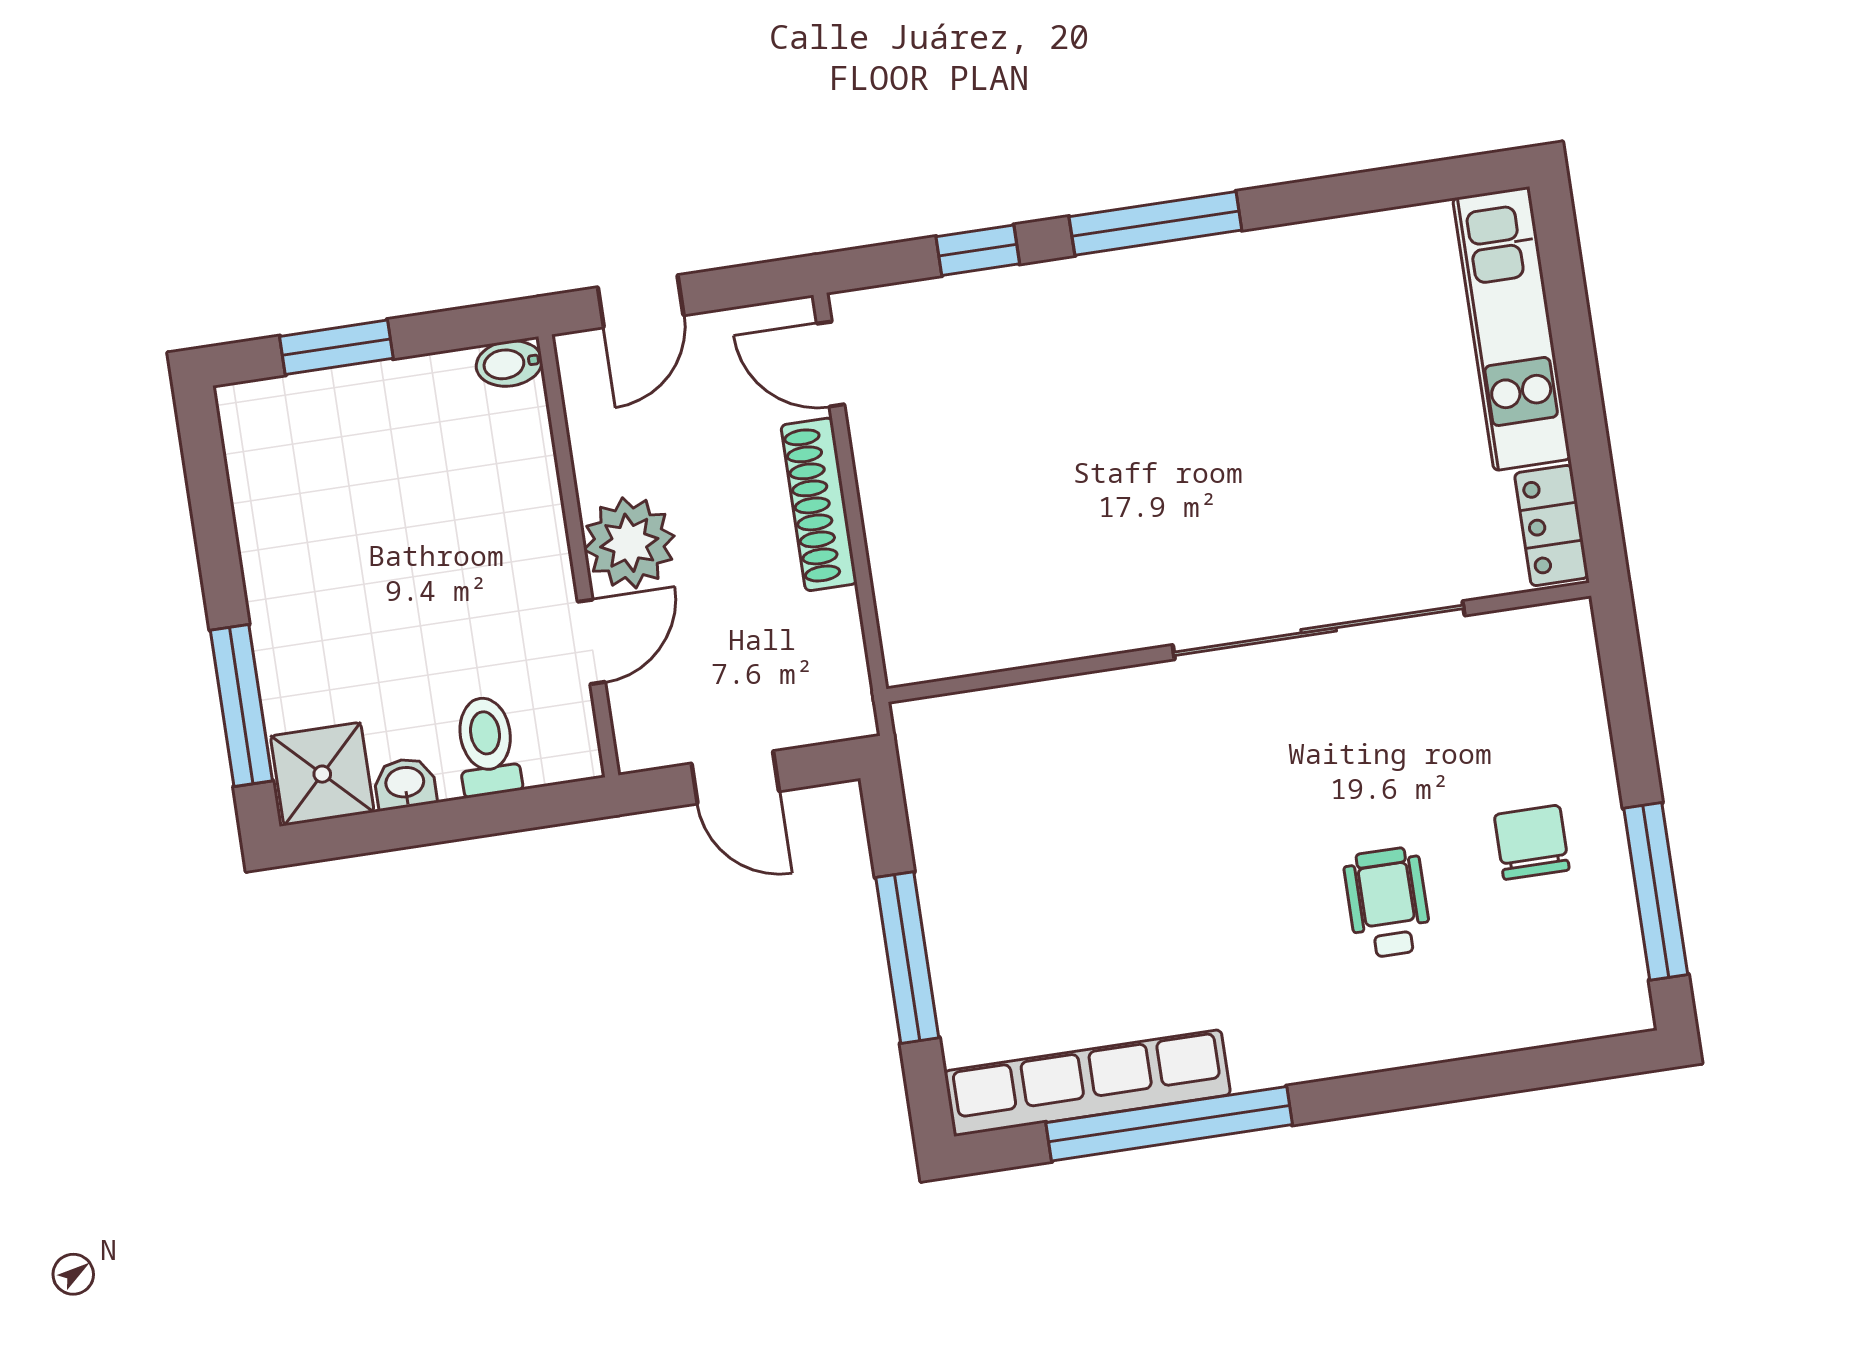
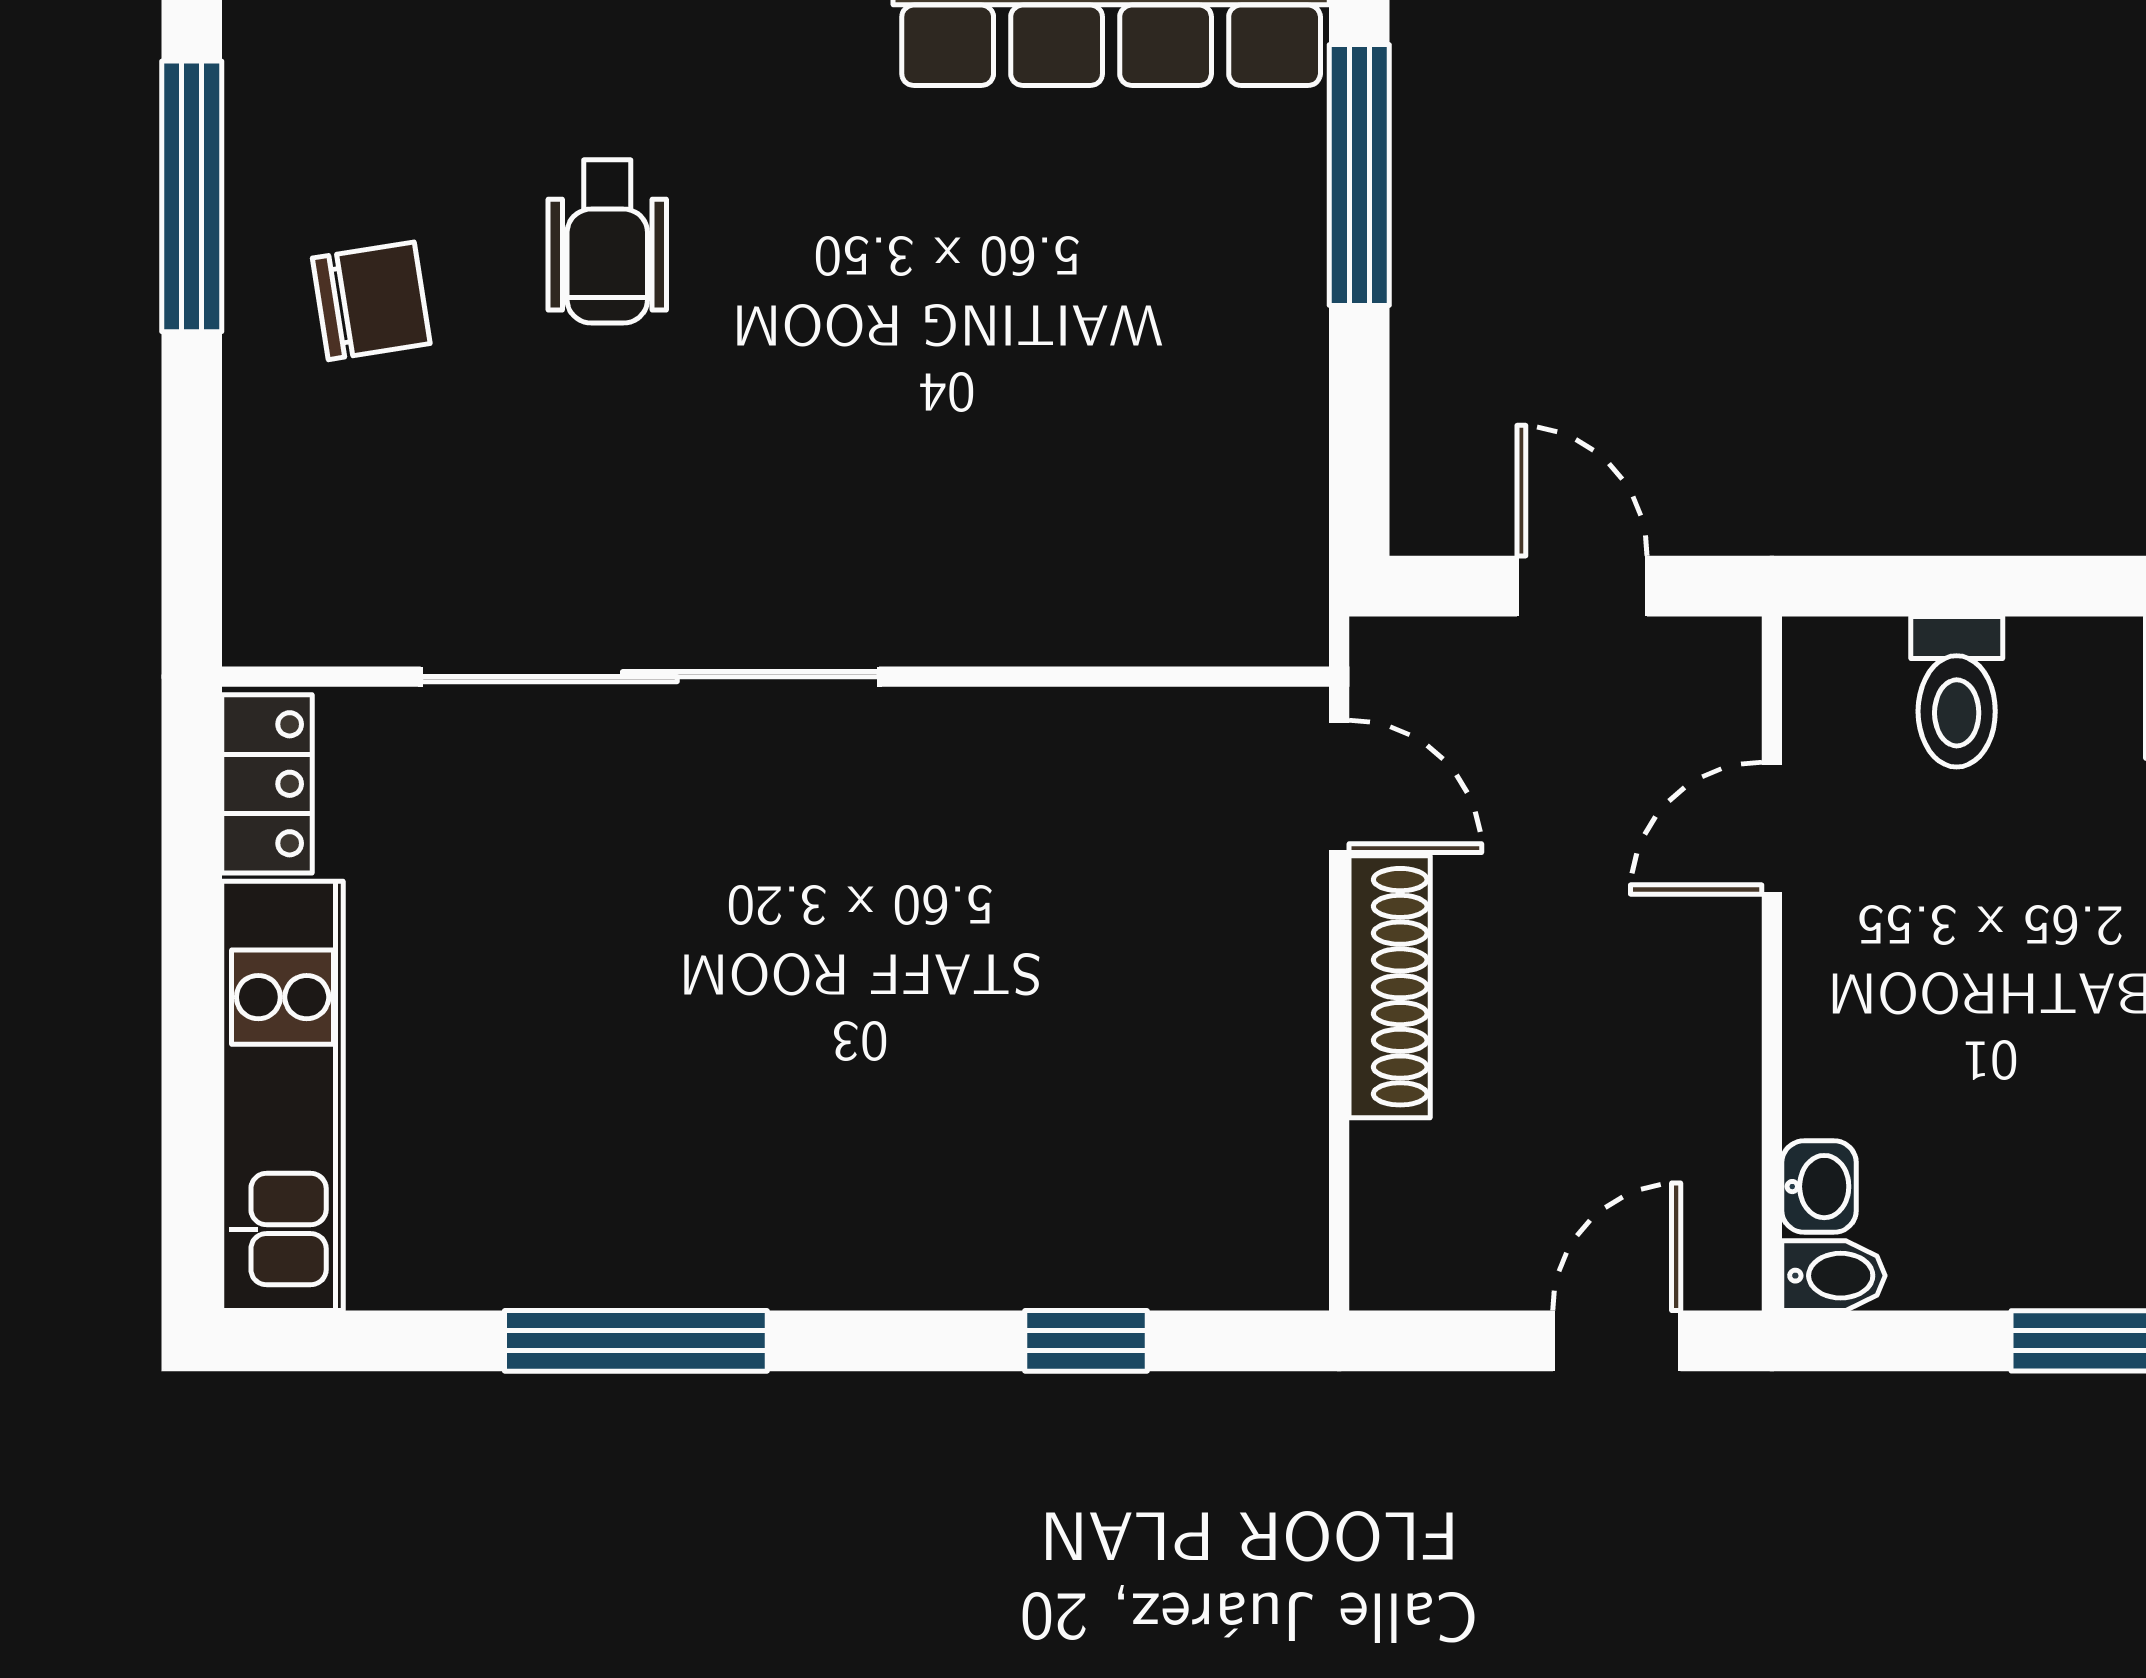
window: (1155, 223) -> (636, 1341), moved
door: (831, 364) -> (1339, 786), moved
plant: (629, 543) -> (1691, 972), removed
washbasin: (405, 784) -> (1819, 1187), moved, turned -90
chair: (1532, 842) -> (371, 301), turned -99
window: (907, 958) -> (1359, 175), moved

